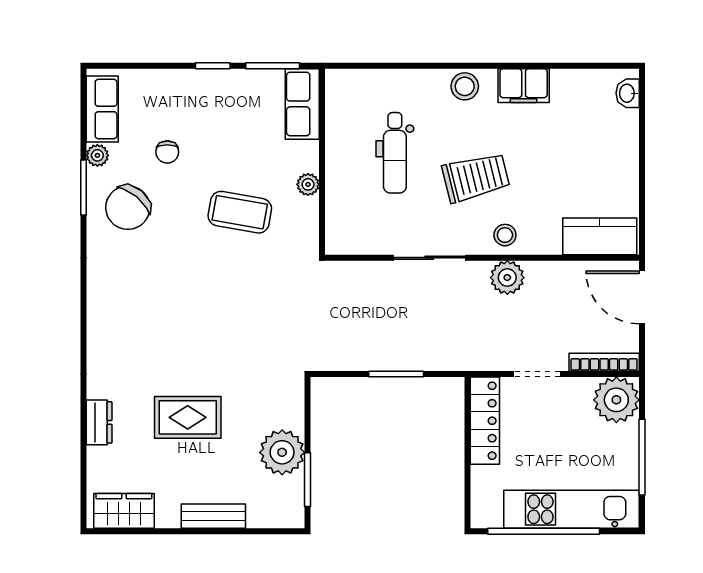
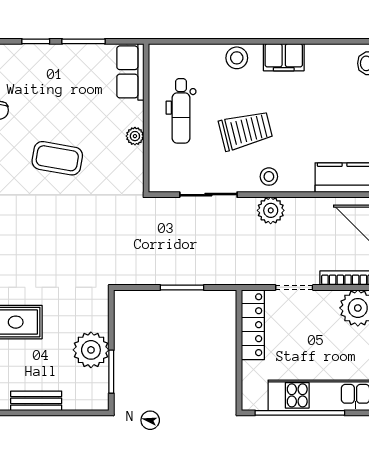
row of seats: (302, 104) -> (130, 72), moved
wall: (322, 162) -> (146, 118), moved
plant: (308, 184) -> (135, 136), moved

